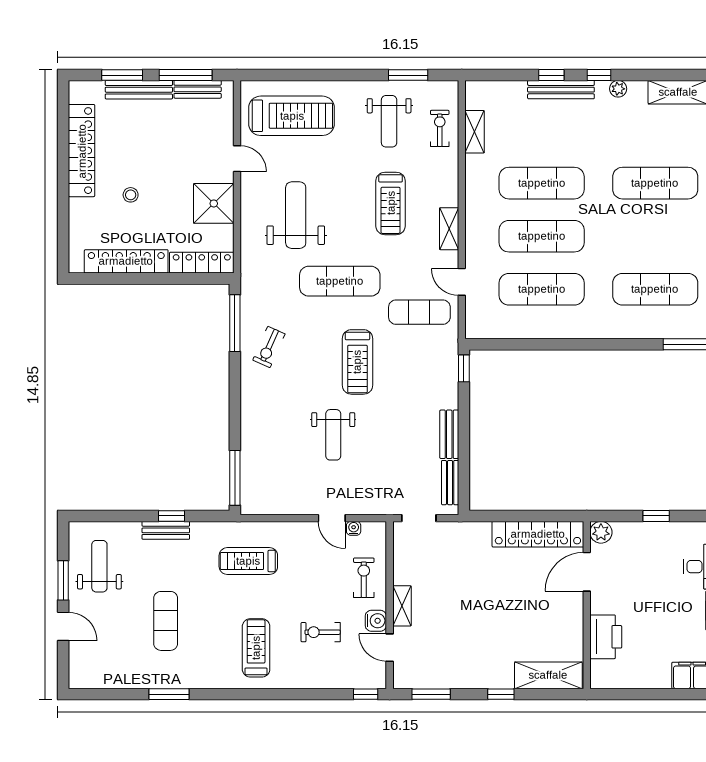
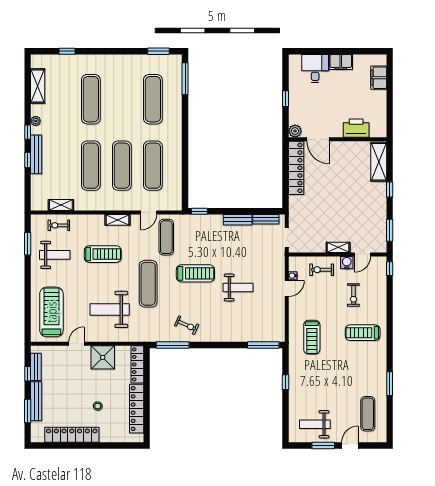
window: (186, 75) -> (28, 374), width x0.46
bench: (166, 530) -> (294, 385), removed
exercise mat: (166, 621) -> (368, 414), moved, turned 90

